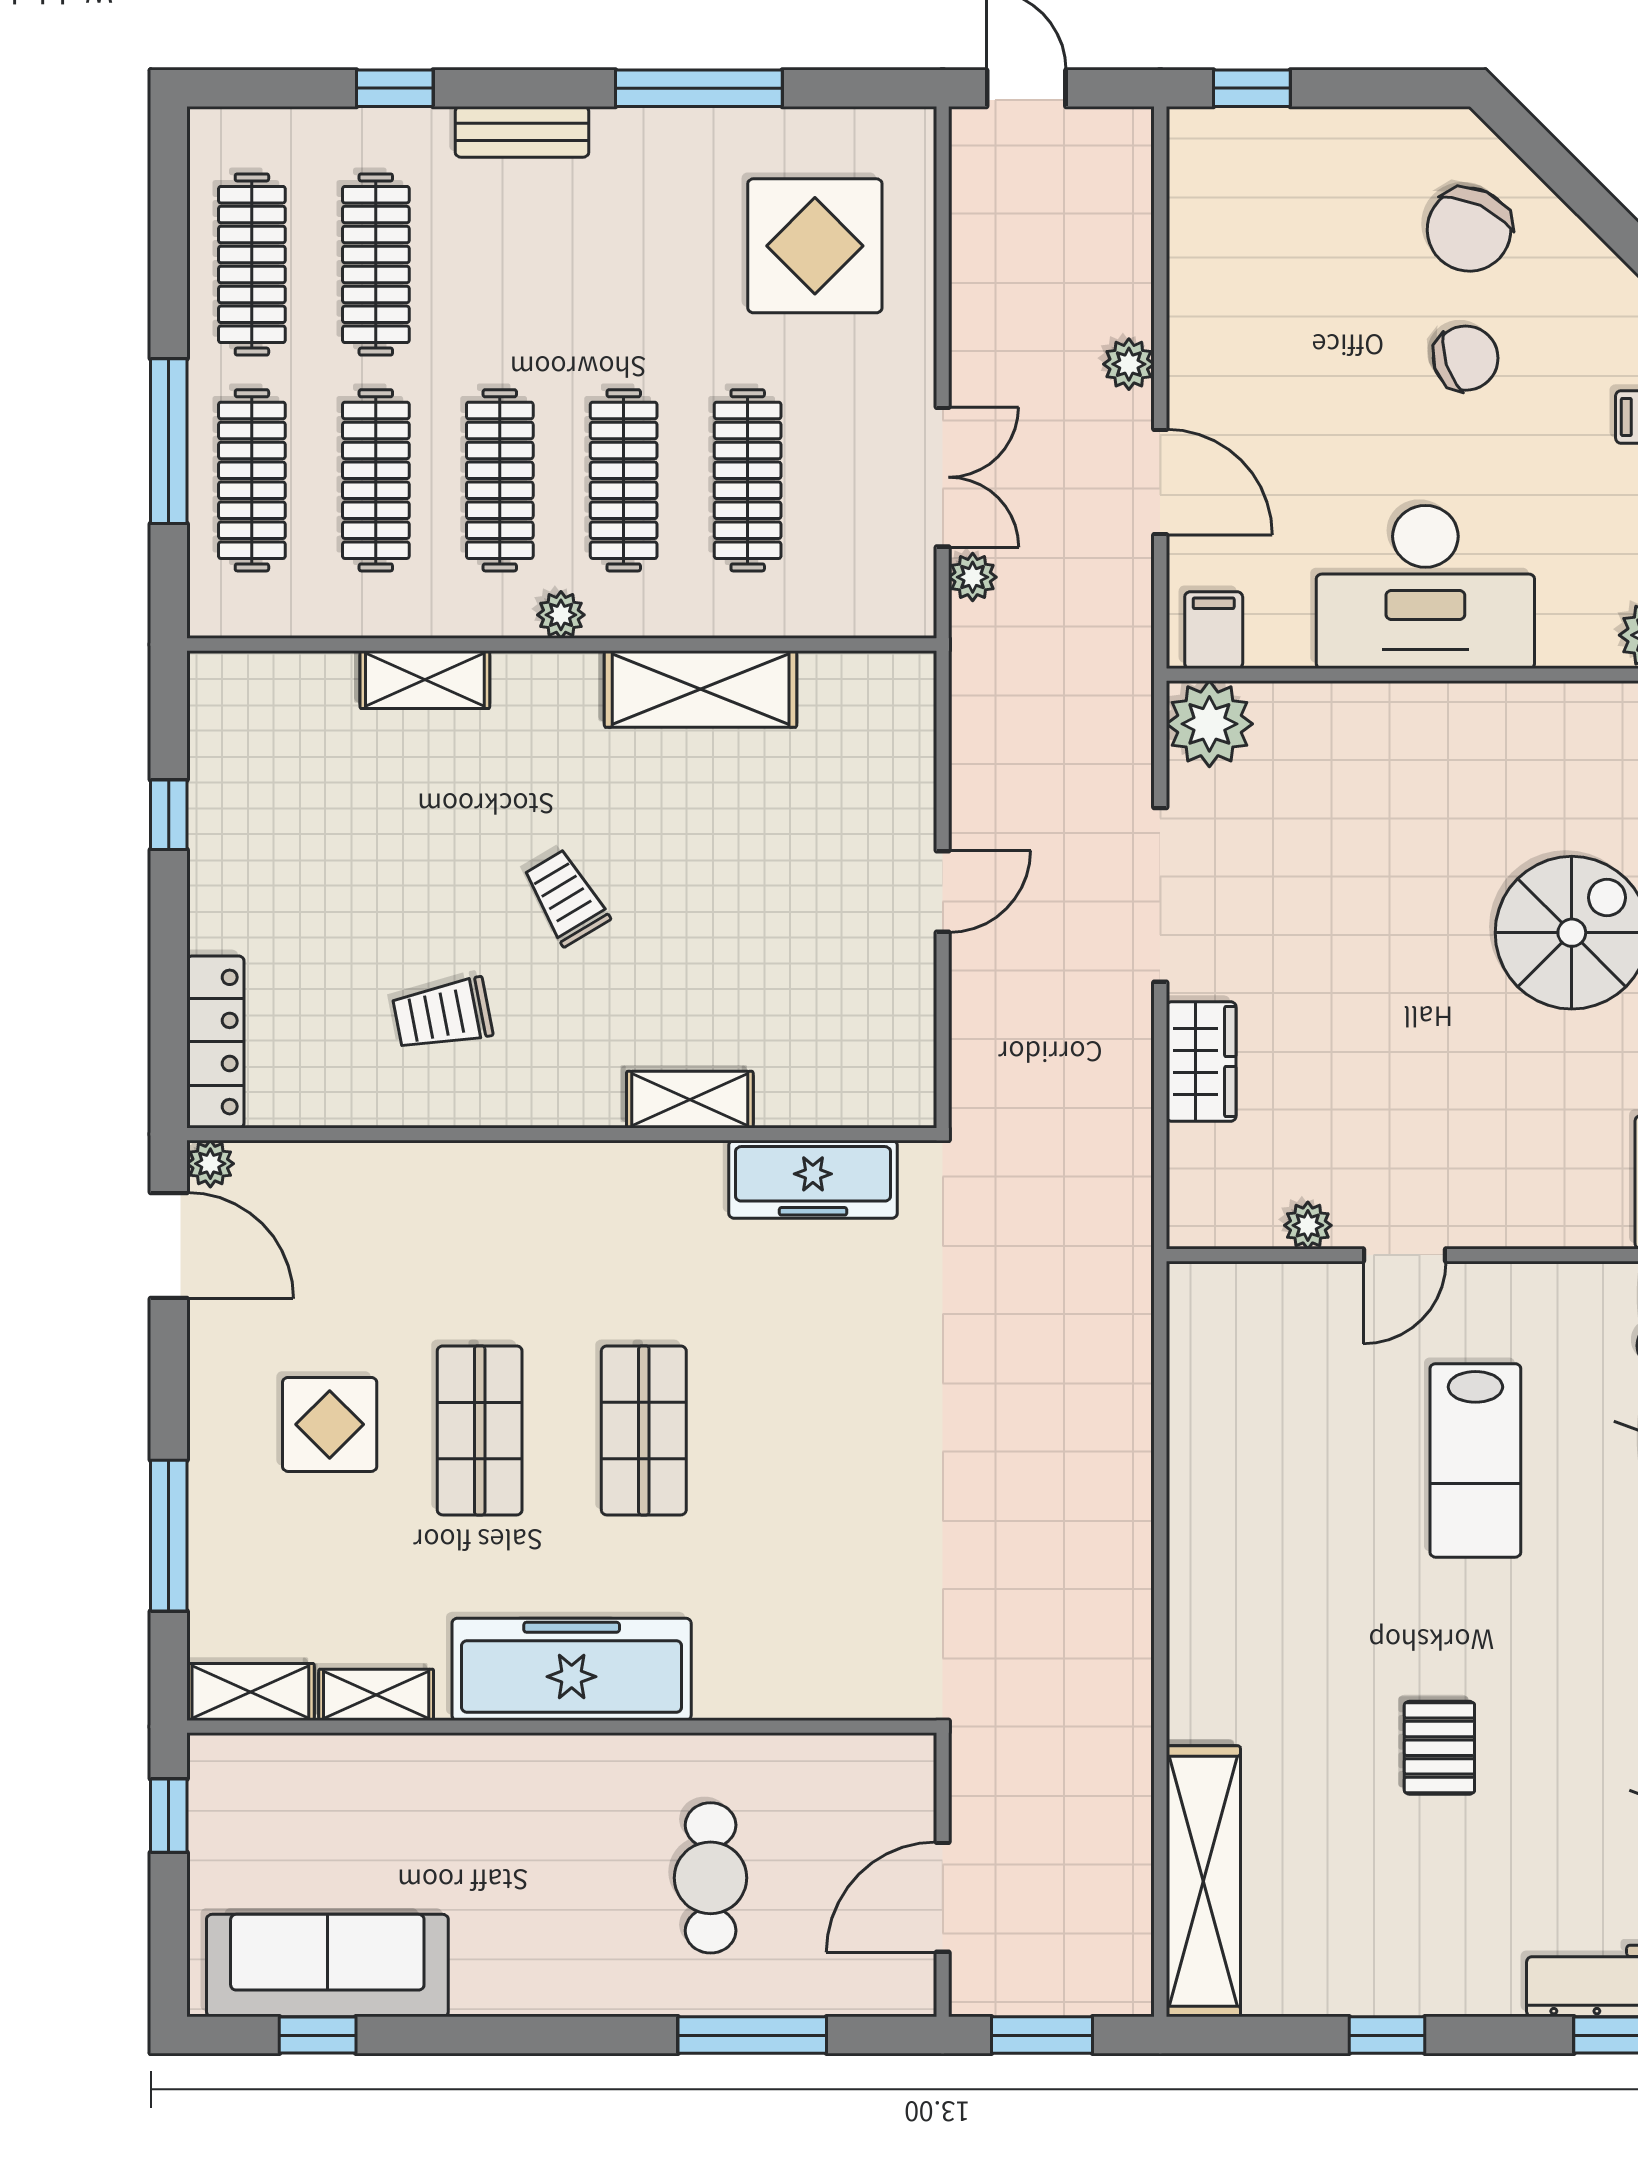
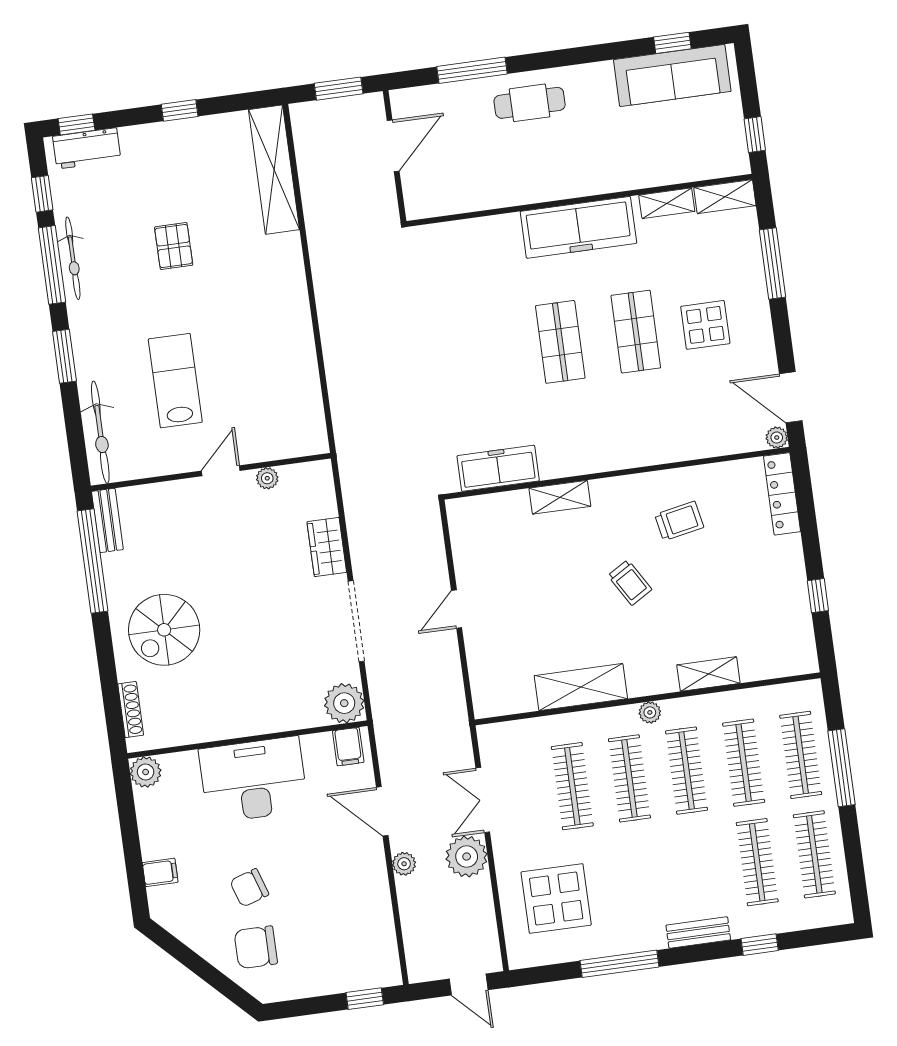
chair: (1469, 230) -> (256, 947), turned -115
plant: (973, 577) -> (467, 857), moved, width x1.88, depth x1.88
cafe table: (711, 1878) -> (530, 103), moved, turned 90

